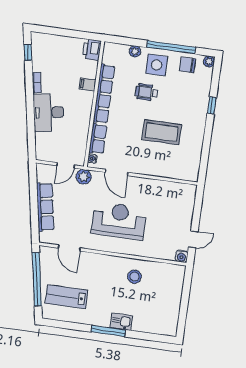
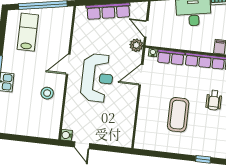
wheelchair: (147, 92) -> (214, 100), turned 180
door: (69, 248) -> (68, 64), moved

